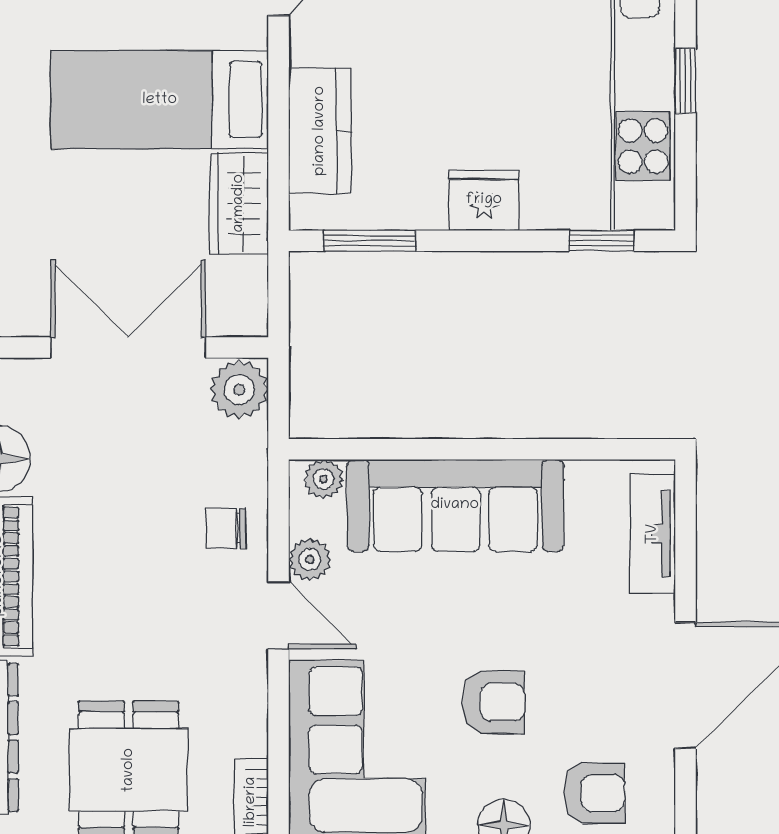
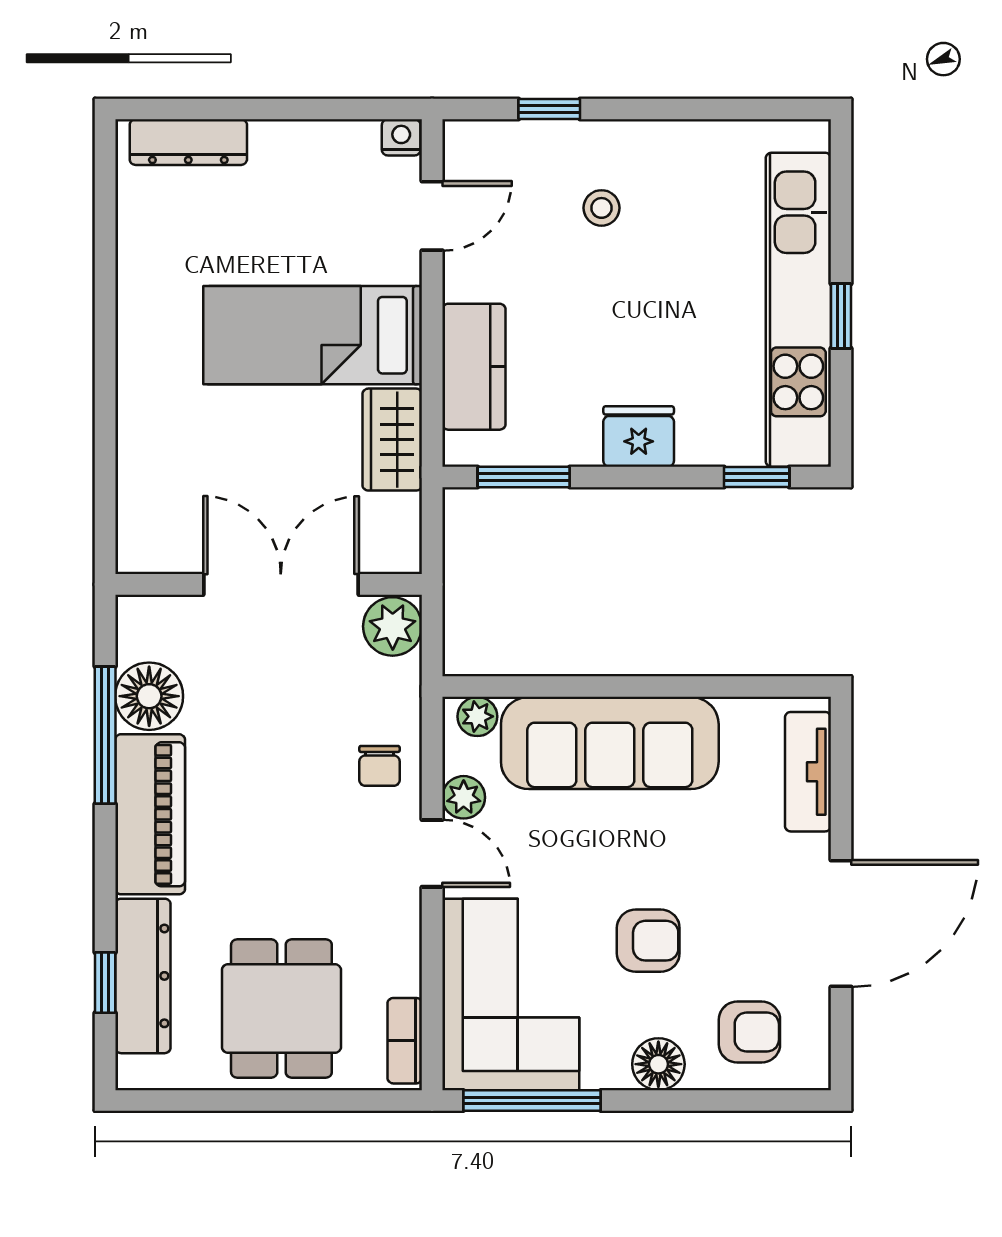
chair: (226, 528) -> (379, 766), turned -90

